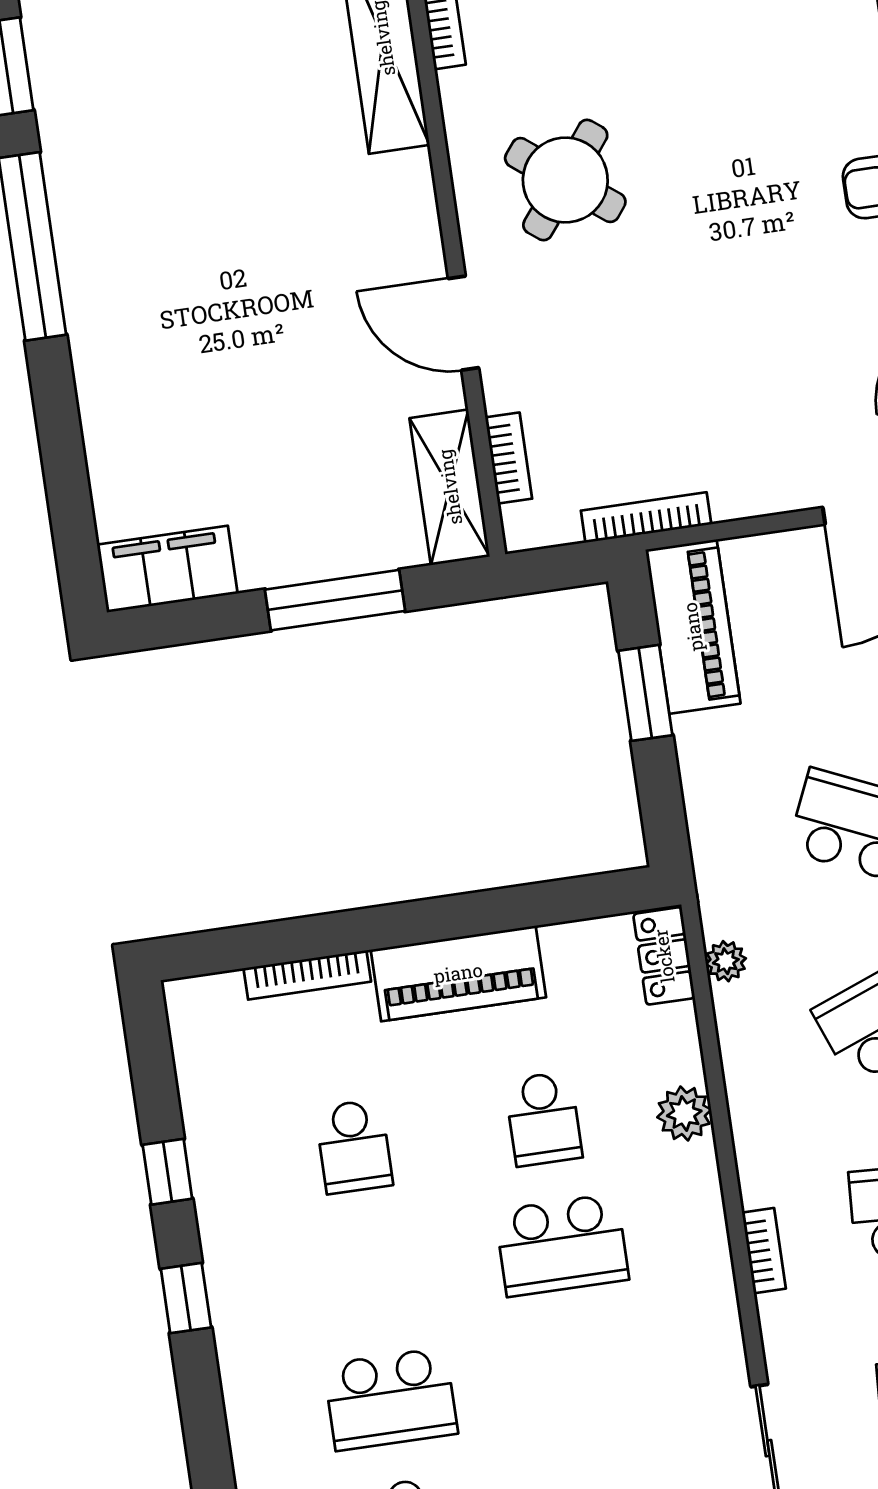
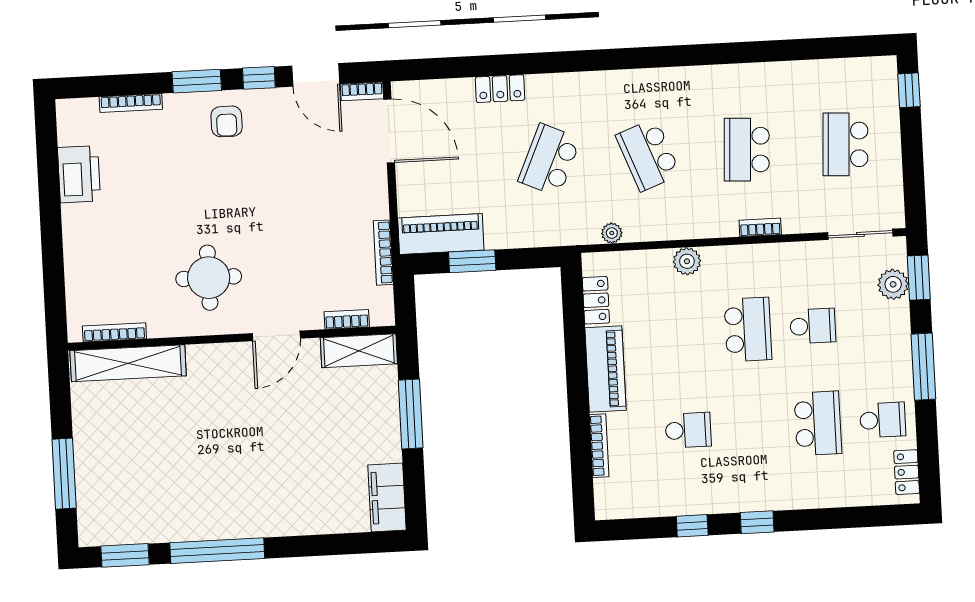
round table: (565, 180) -> (209, 278), turned -38
locker: (664, 956) -> (596, 300), moved, turned -90
school desk: (543, 1119) -> (813, 326), moved

